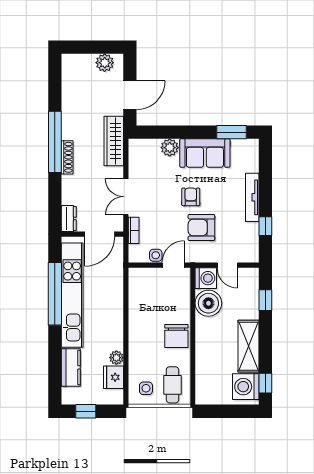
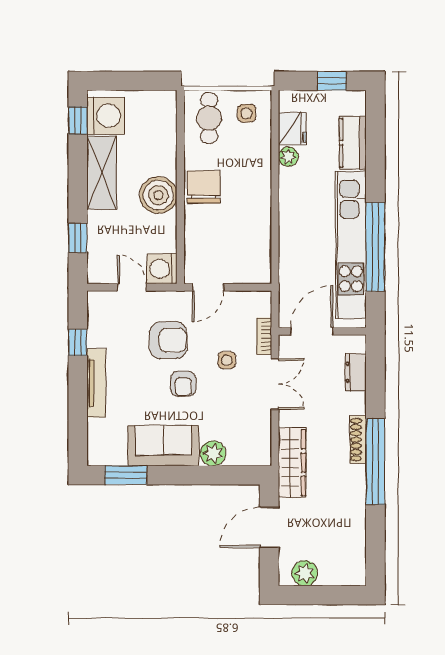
dresser: (69, 218) -> (356, 372), moved
side table: (156, 255) -> (227, 360), moved
boiler: (208, 303) -> (158, 195), moved

